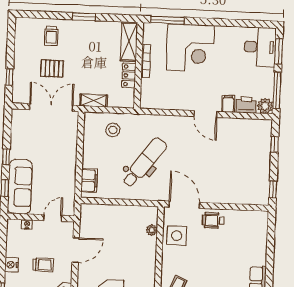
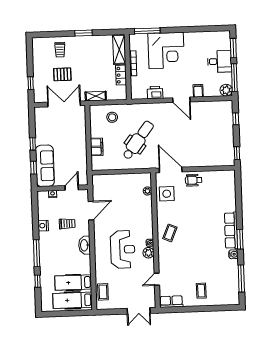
desk: (260, 47) -> (219, 61), moved, width x0.73
printer: (246, 105) -> (155, 92), moved
filing cabinet: (89, 181) -> (97, 147), moved

